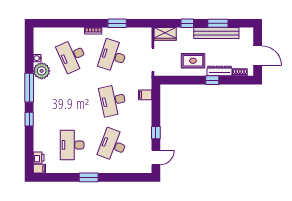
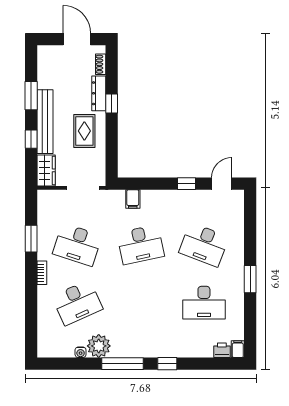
bench: (216, 33) -> (45, 122), moved
door: (258, 56) -> (77, 39), hinge flipped
door: (156, 157) -> (222, 184), hinge flipped

